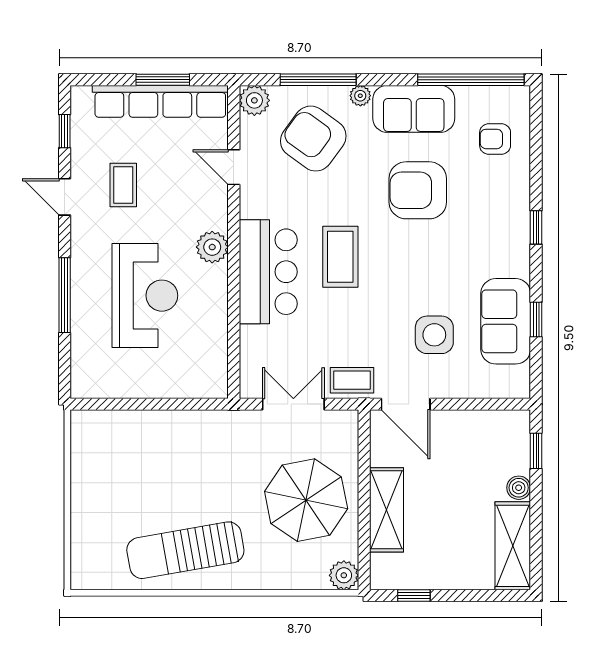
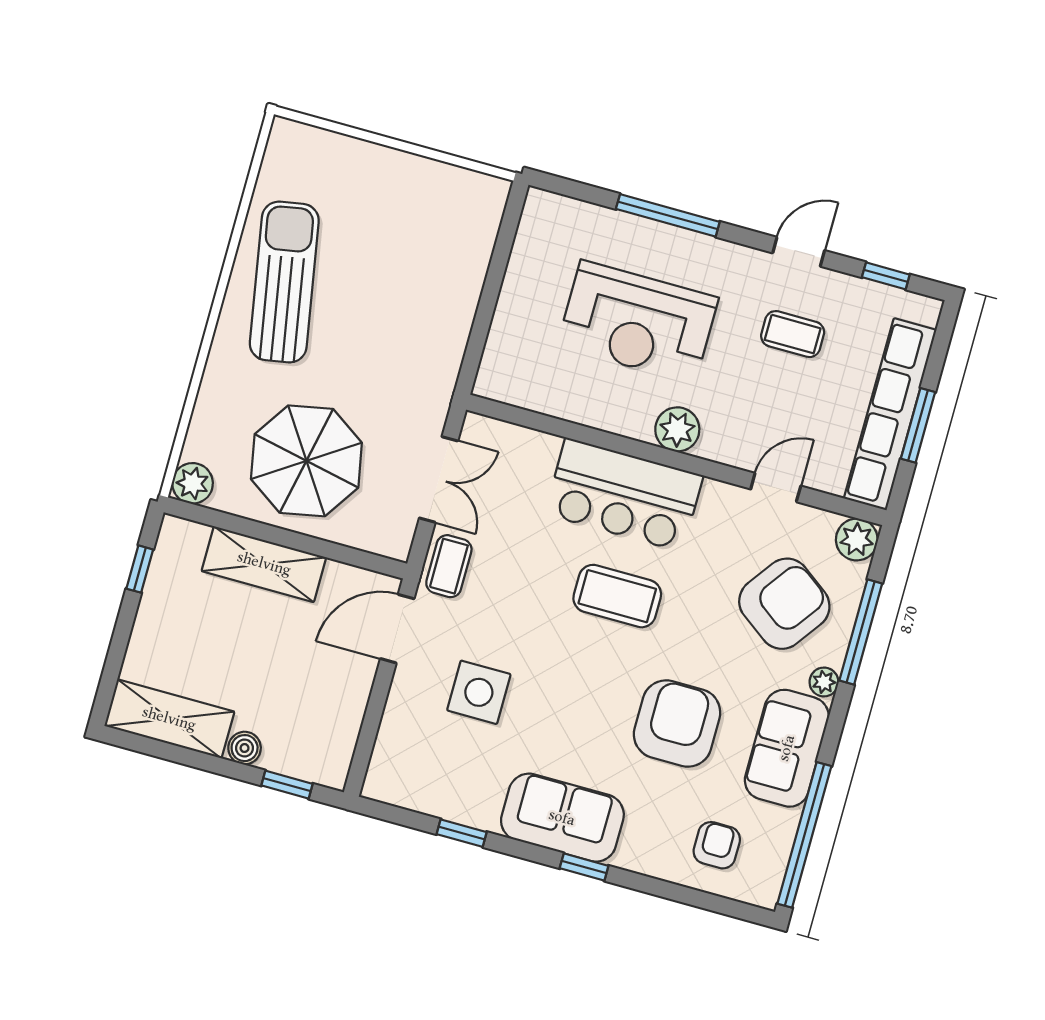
sofa: (506, 321) -> (562, 818), moved

